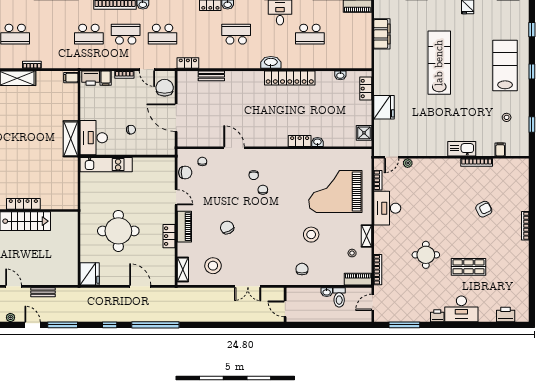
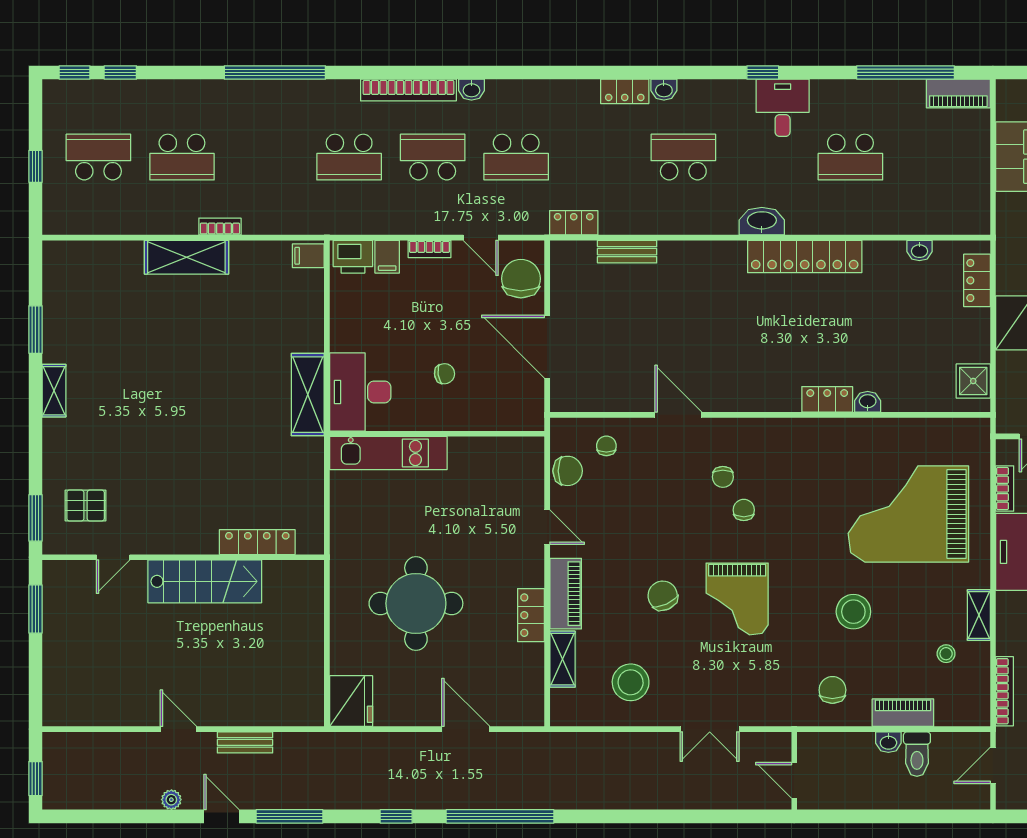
locker: (23, 204) -> (257, 542), moved
grand piano: (260, 229) -> (737, 599), added
shelving: (183, 269) -> (562, 659), moved
piano: (358, 279) -> (903, 713), moved

